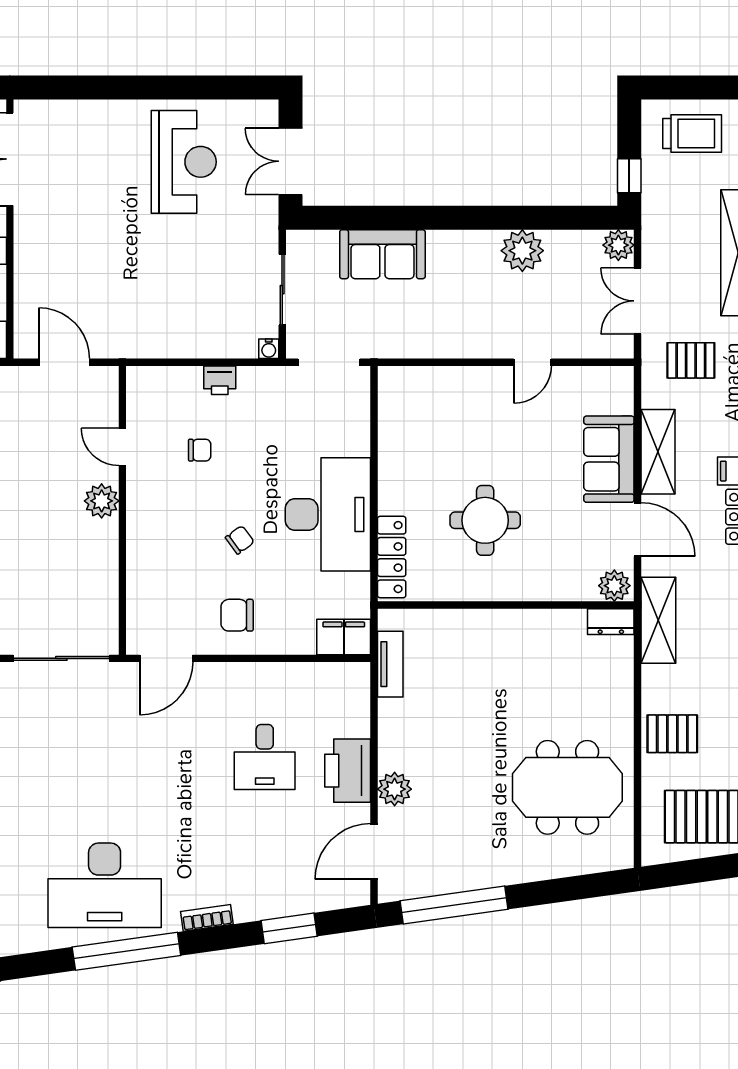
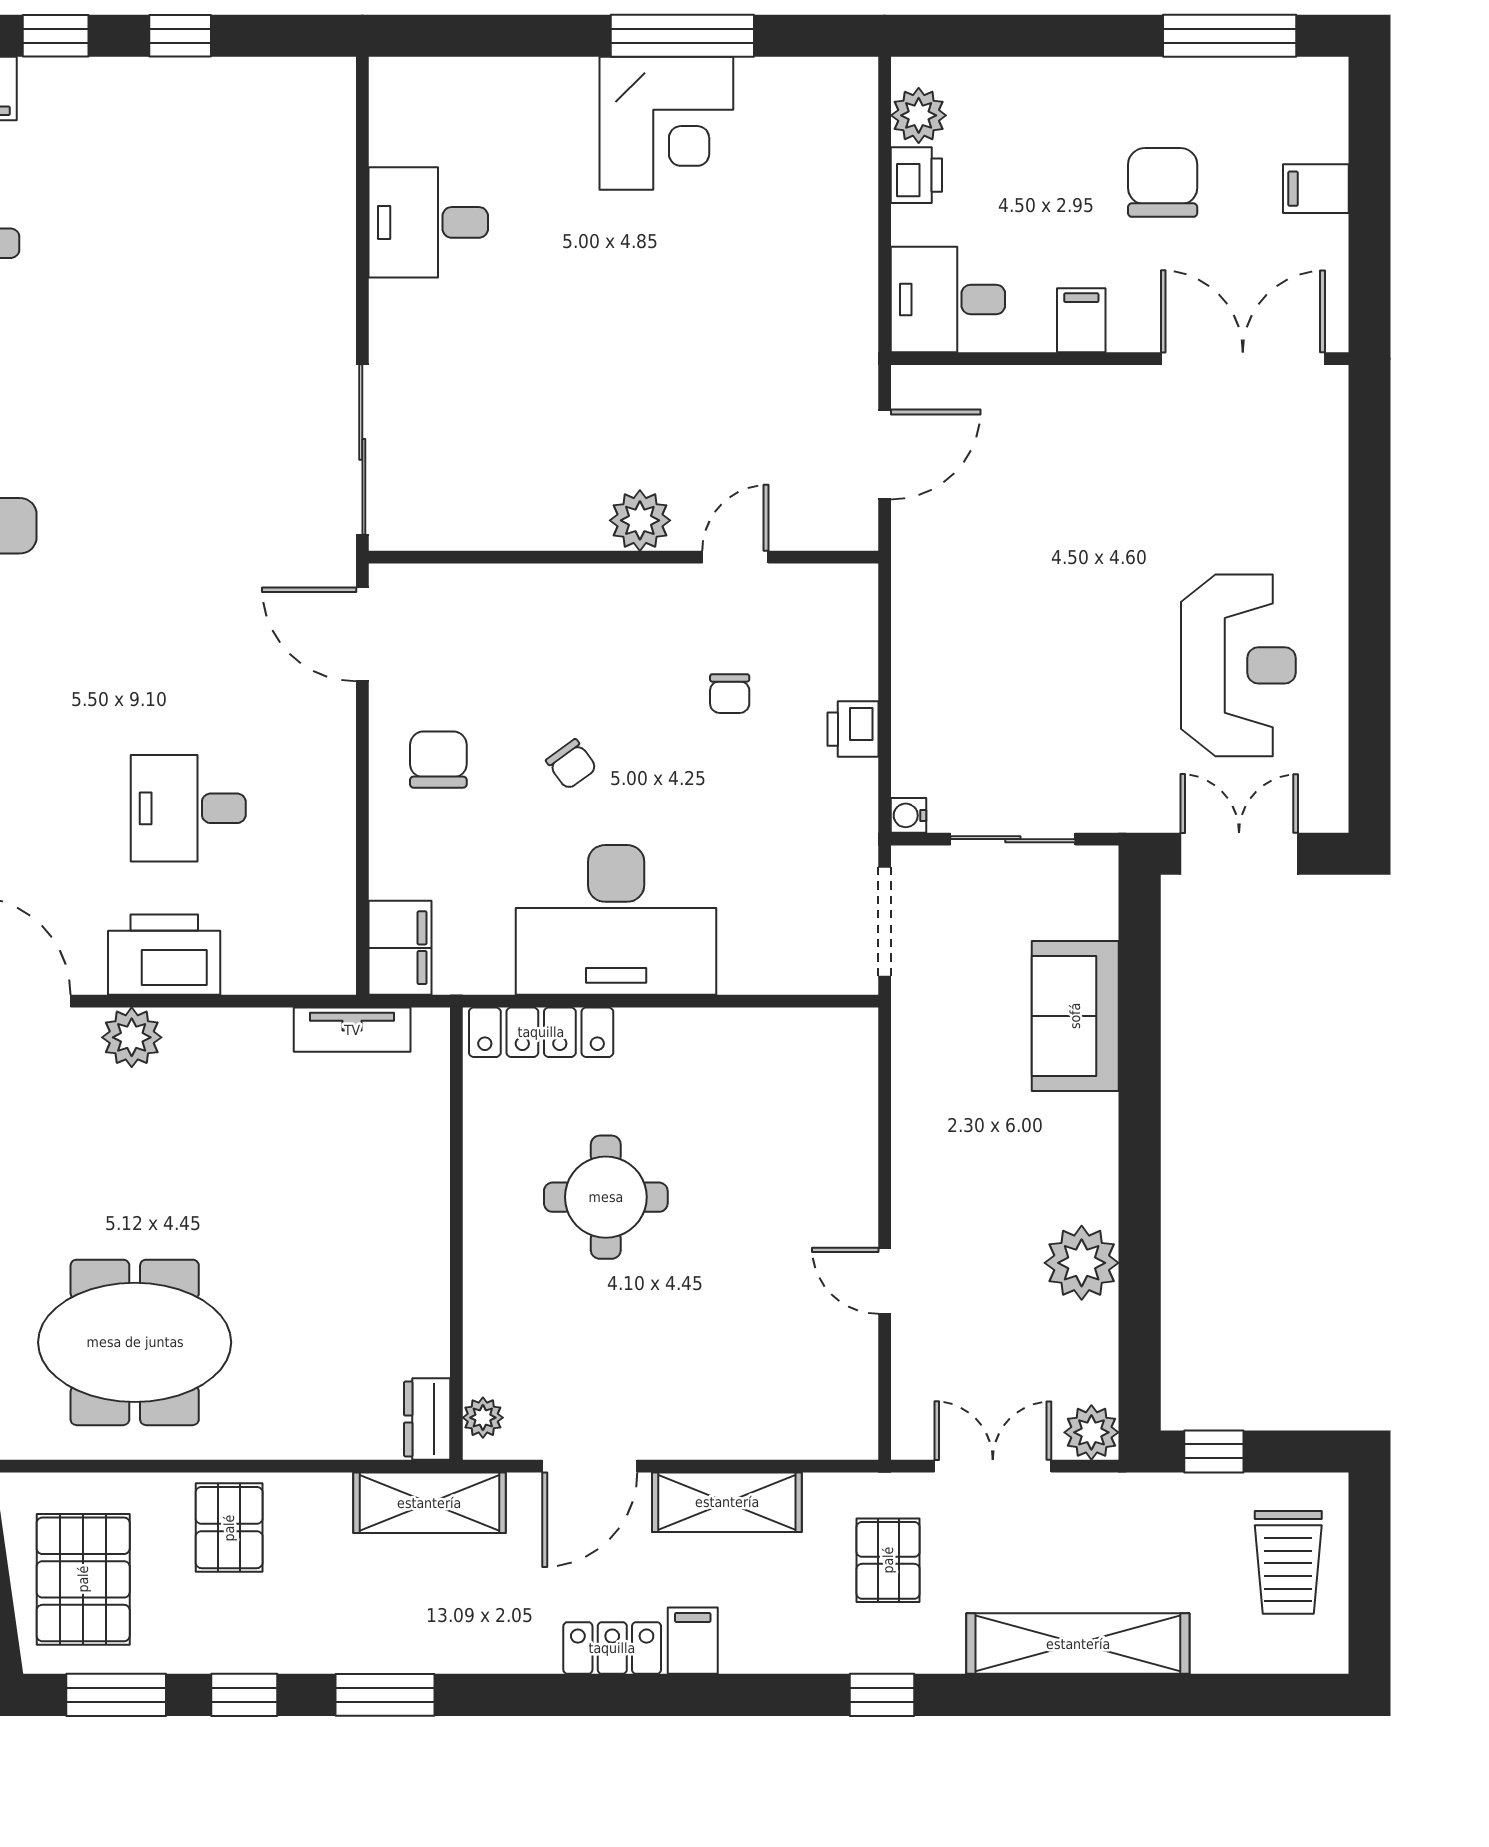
reception desk: (184, 162) -> (1238, 665), turned -90
sofa: (609, 459) -> (714, 1416), removed
plant: (614, 586) -> (483, 1418), width x0.73, depth x0.73
meeting table: (567, 787) -> (135, 1342), turned 90

